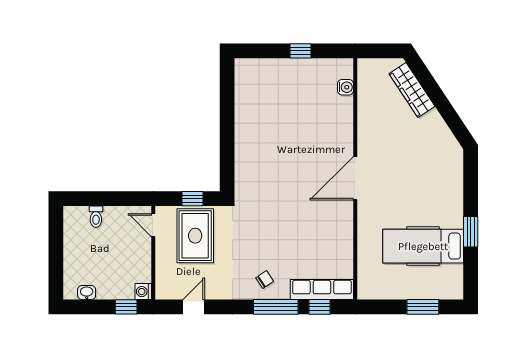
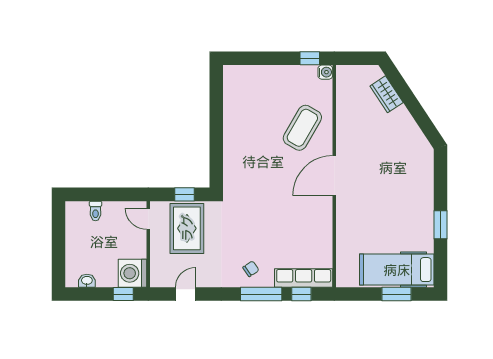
window: (301, 51) -> (310, 58), moved
water cooler: (345, 87) -> (325, 72), moved
wardrobe: (412, 90) -> (387, 94), width x0.67
coffee table: (321, 126) -> (302, 128), added
hospital bed: (423, 246) -> (397, 270), moved
washing machine: (143, 292) -> (132, 273), width x1.89, depth x1.89

